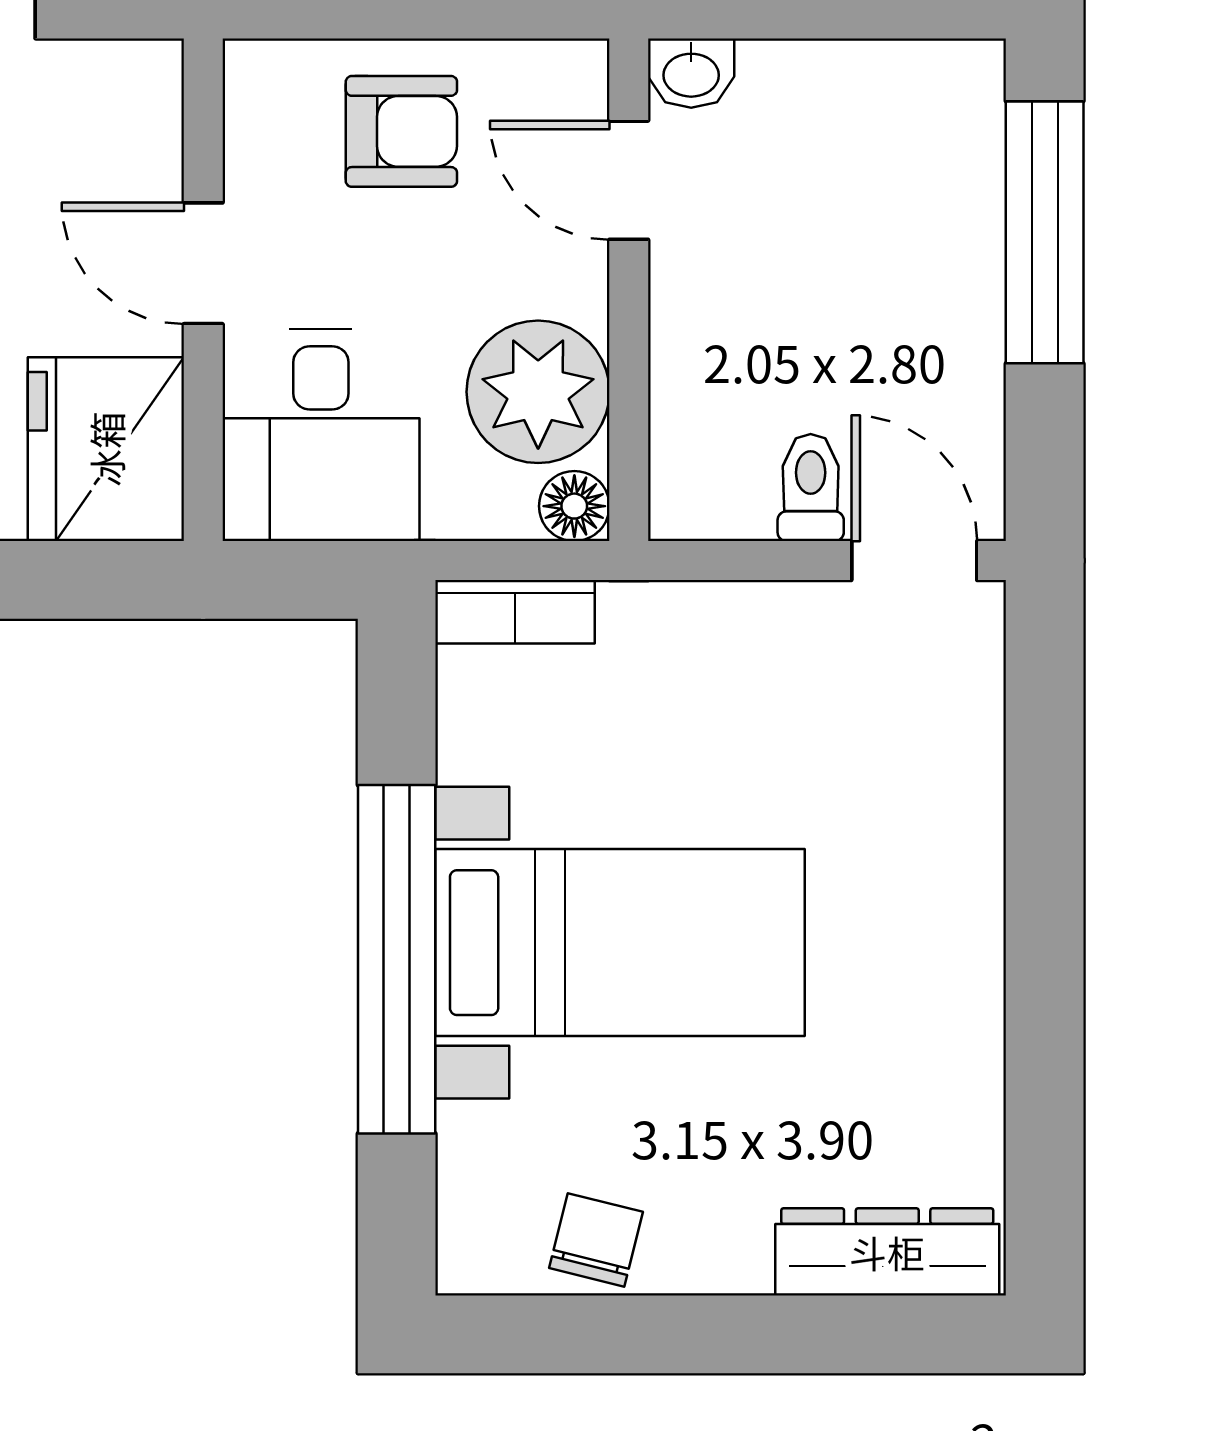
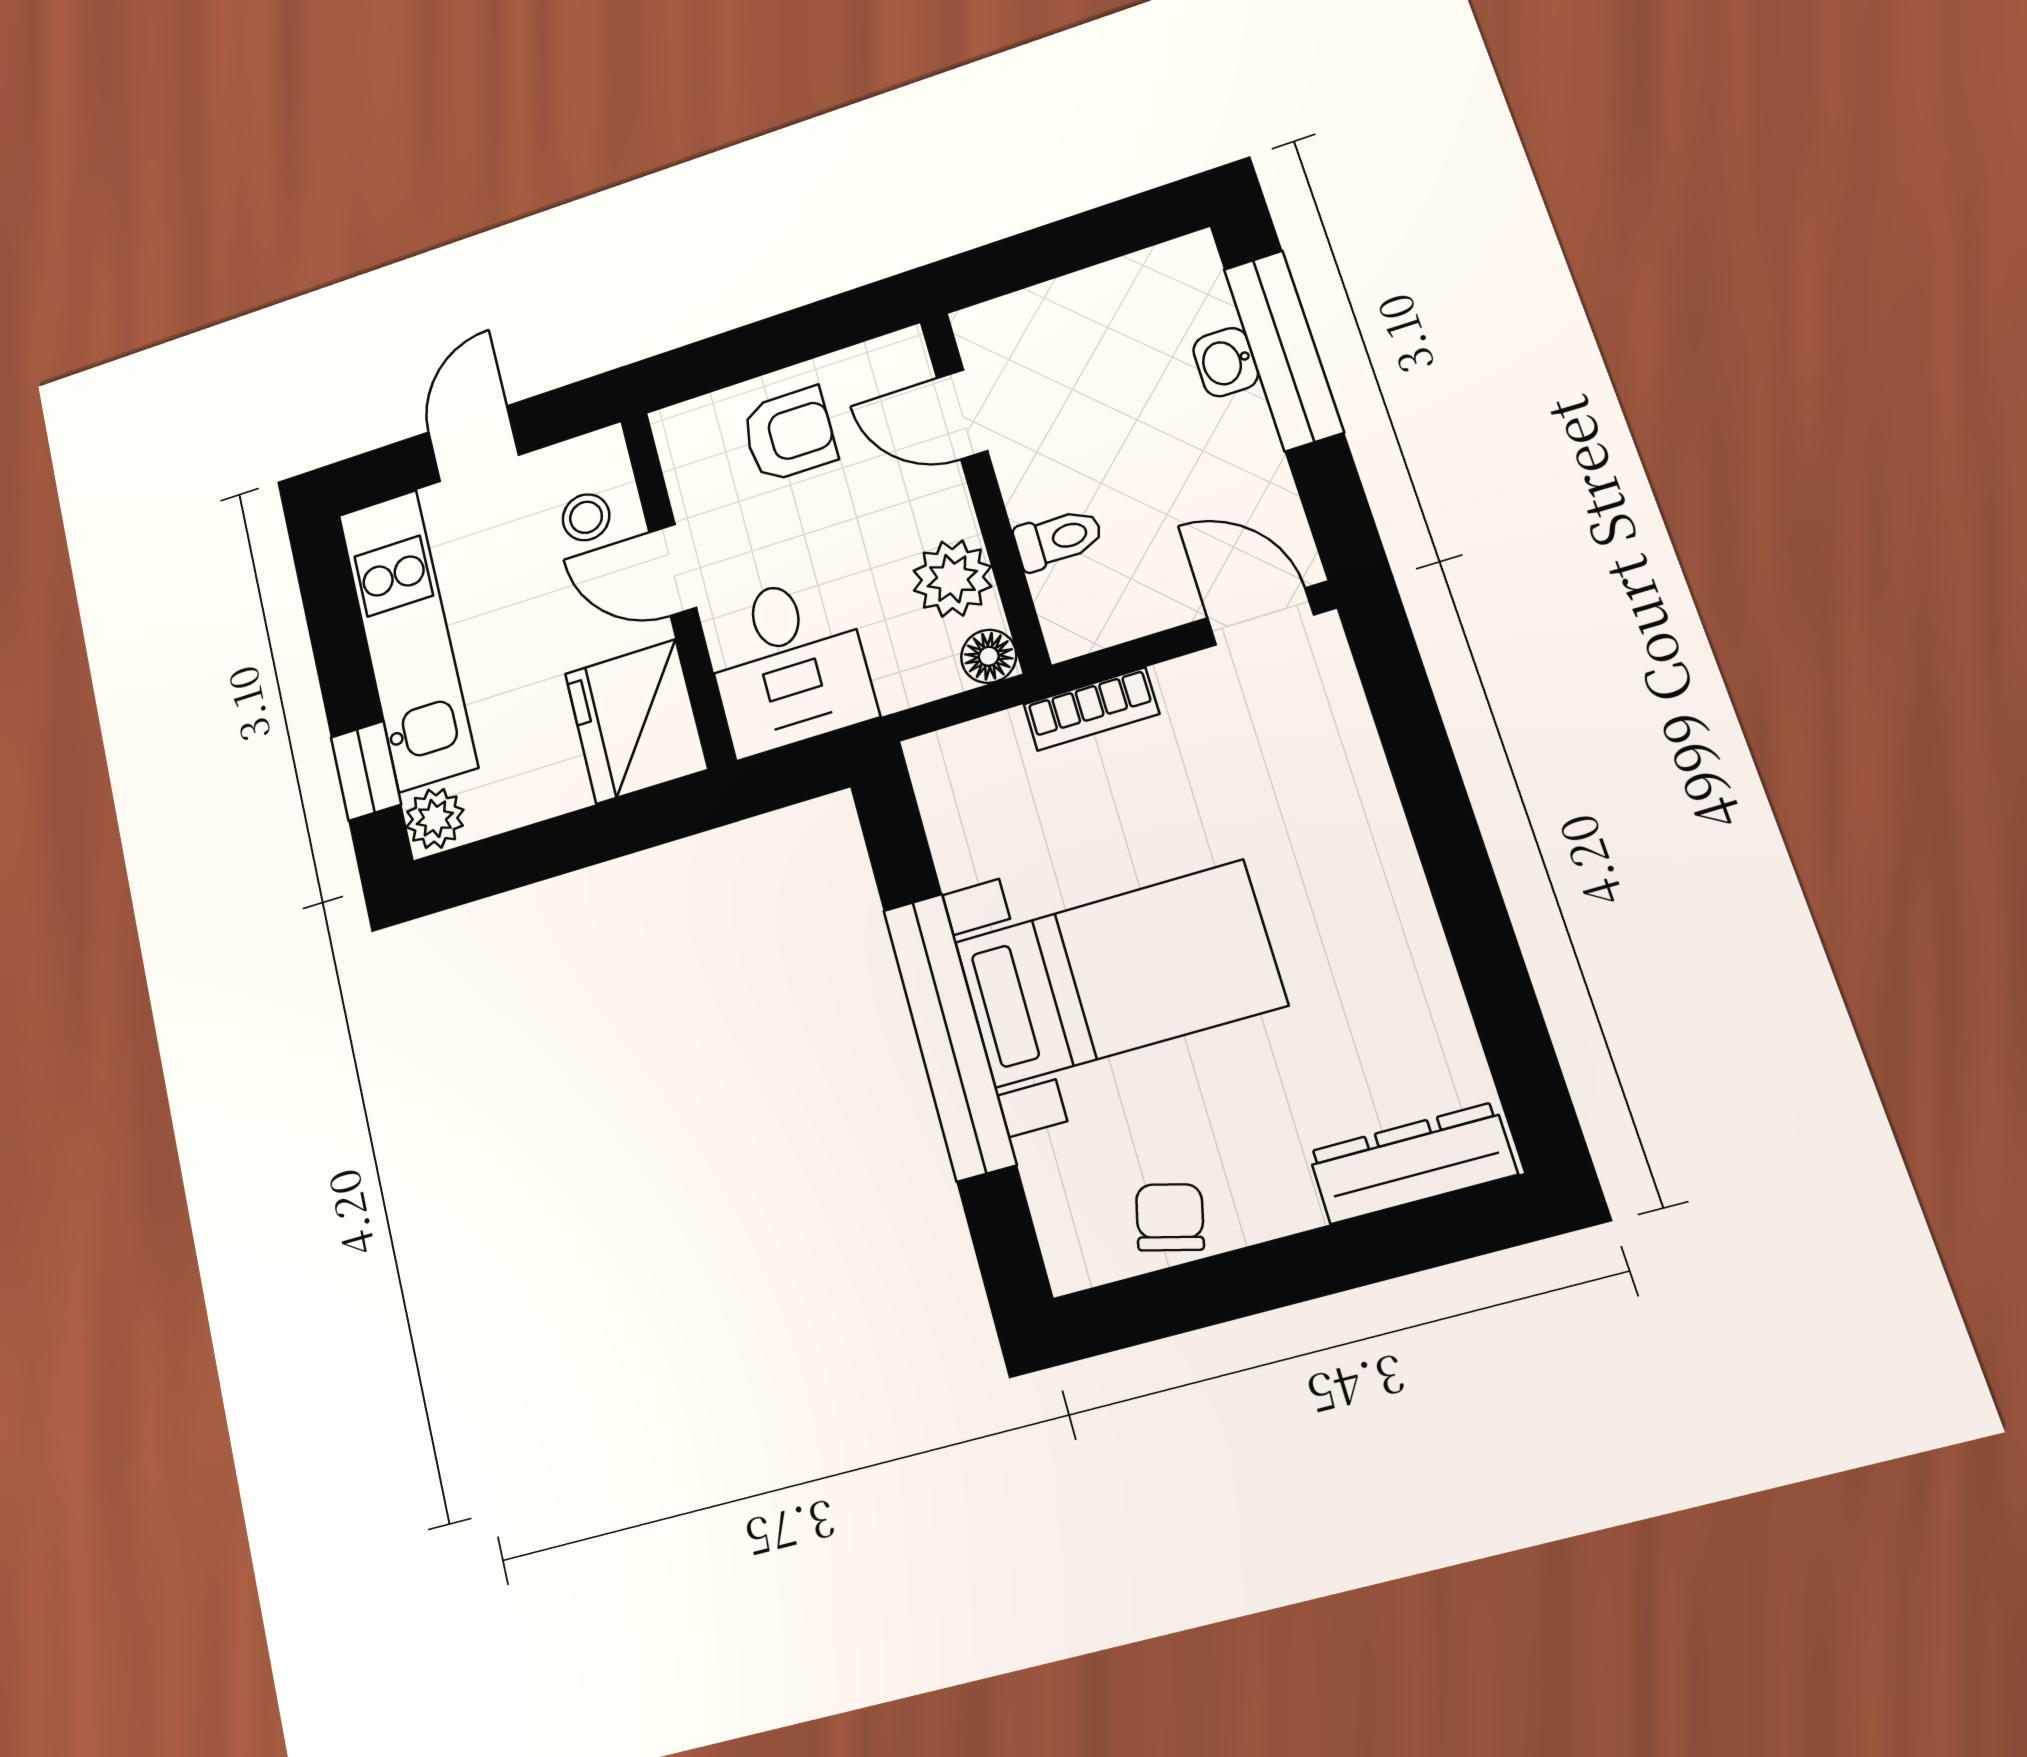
washbasin: (691, 73) -> (1226, 362), moved, turned 90
stool: (106, 154) -> (586, 517), added
plant: (538, 392) -> (952, 579), width x0.73, depth x0.73
toilet: (811, 488) -> (1058, 539), moved, turned 90
bookcase: (515, 612) -> (1091, 709), moved

